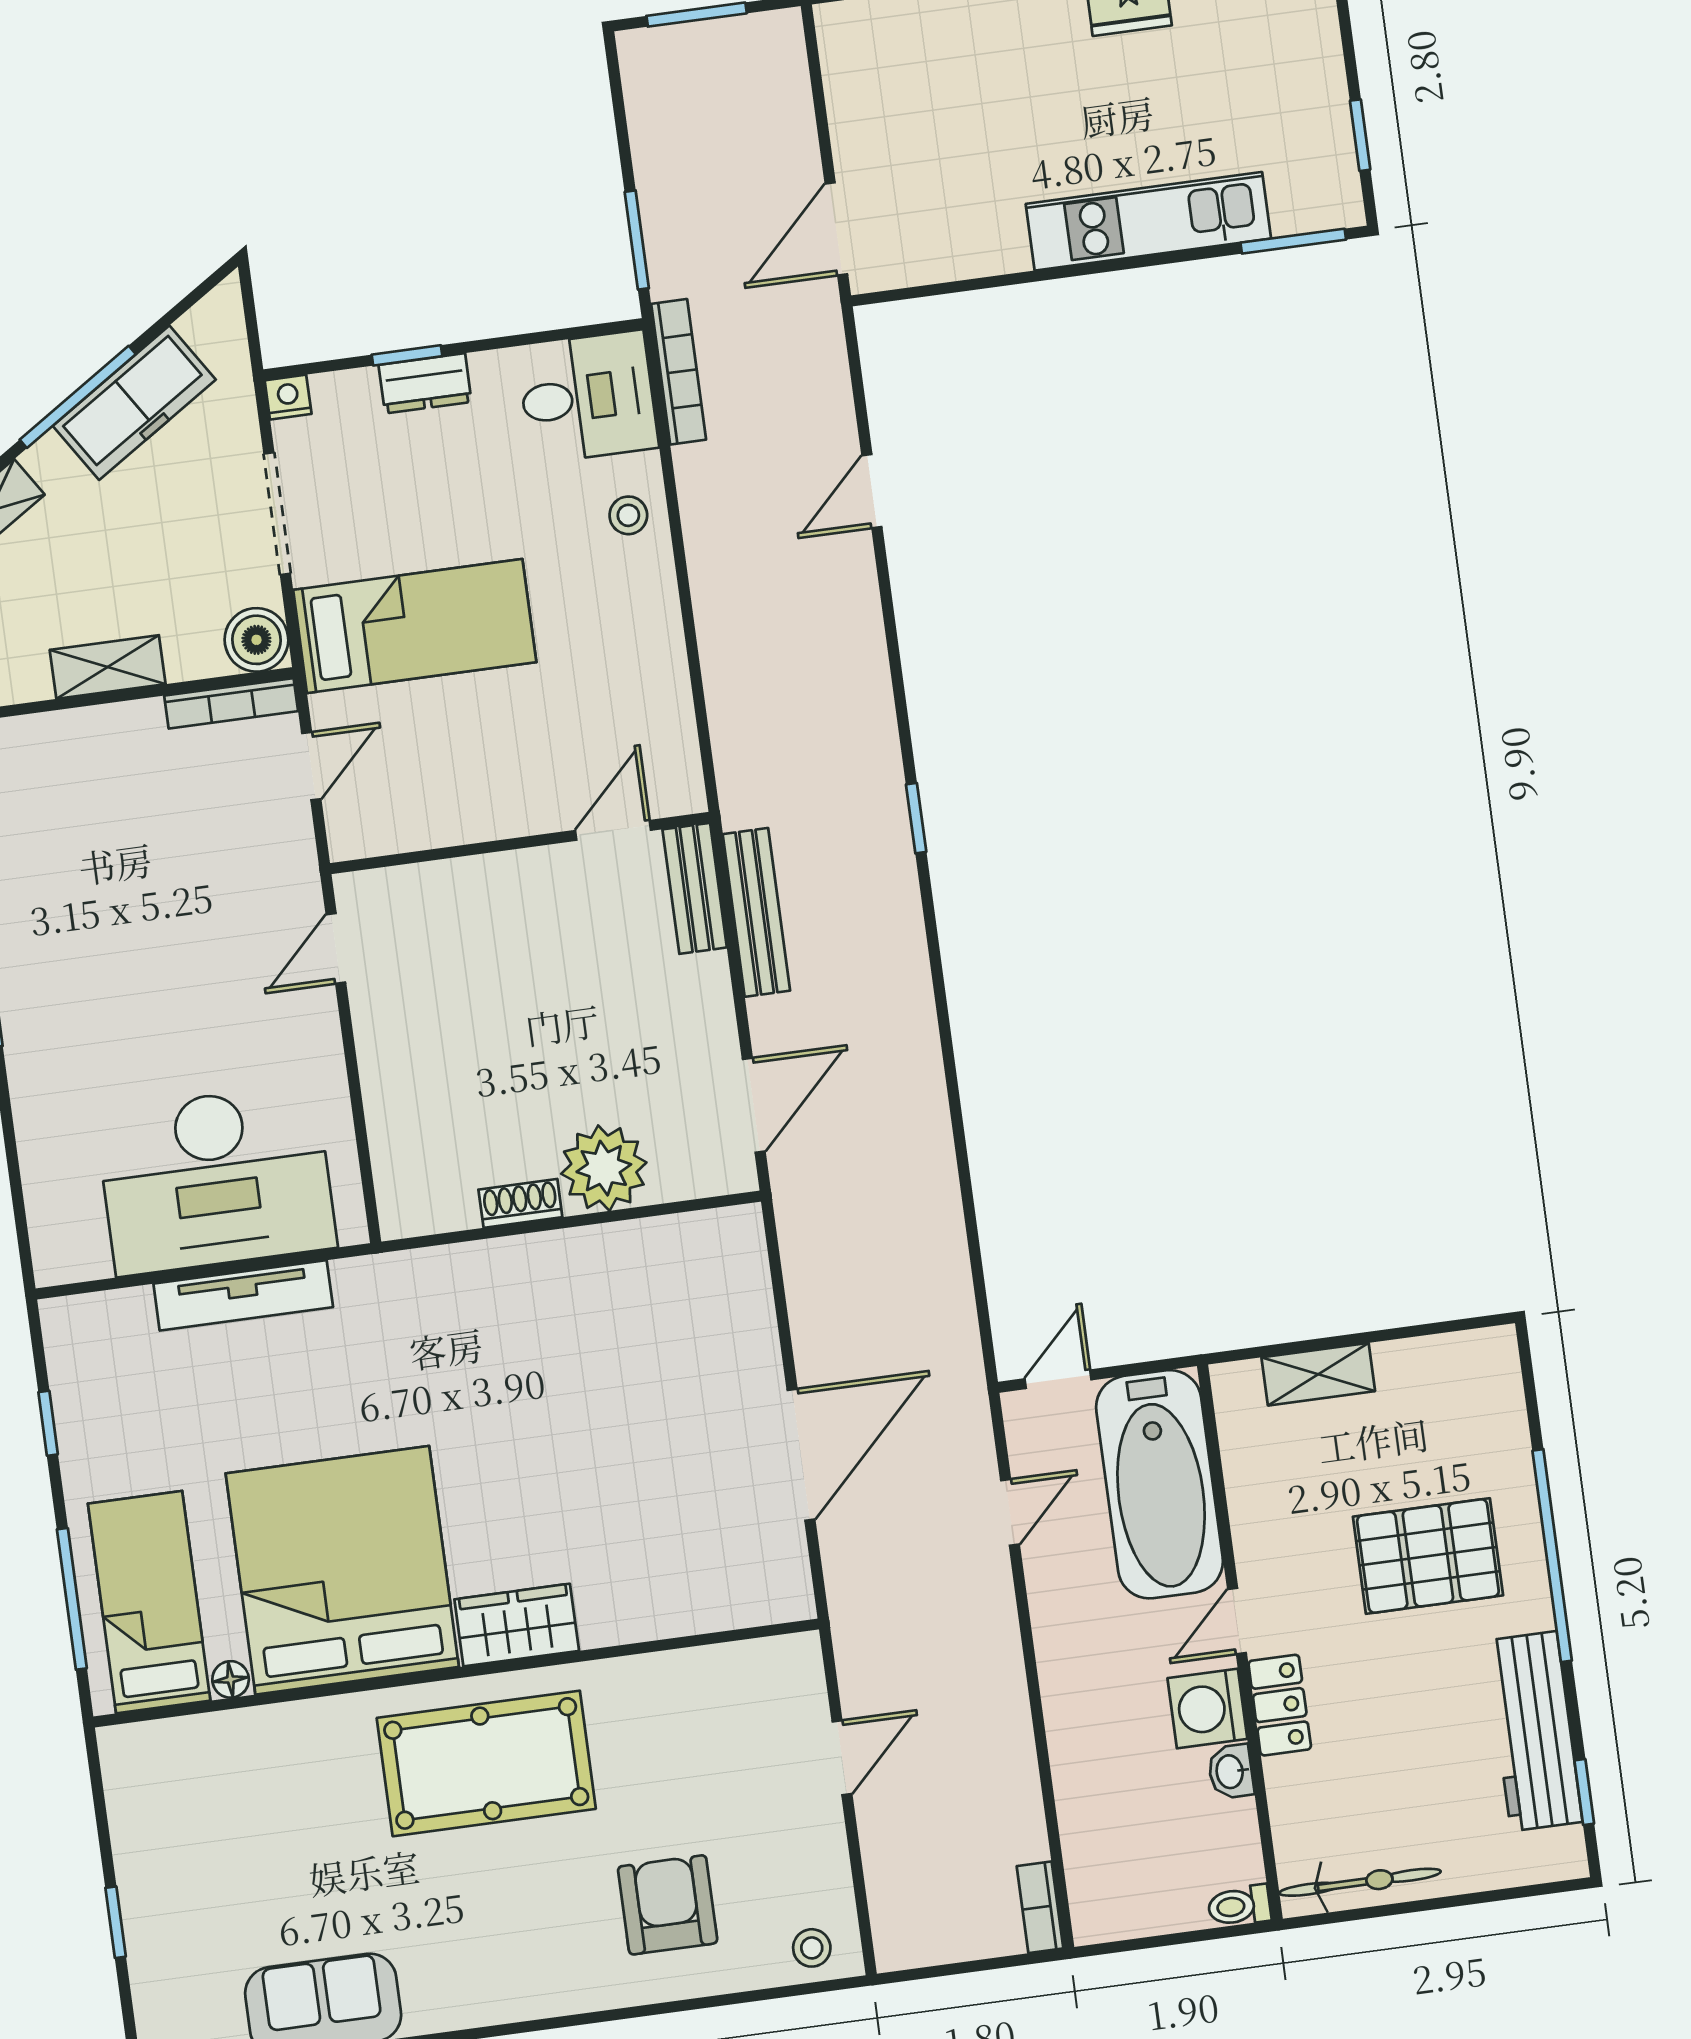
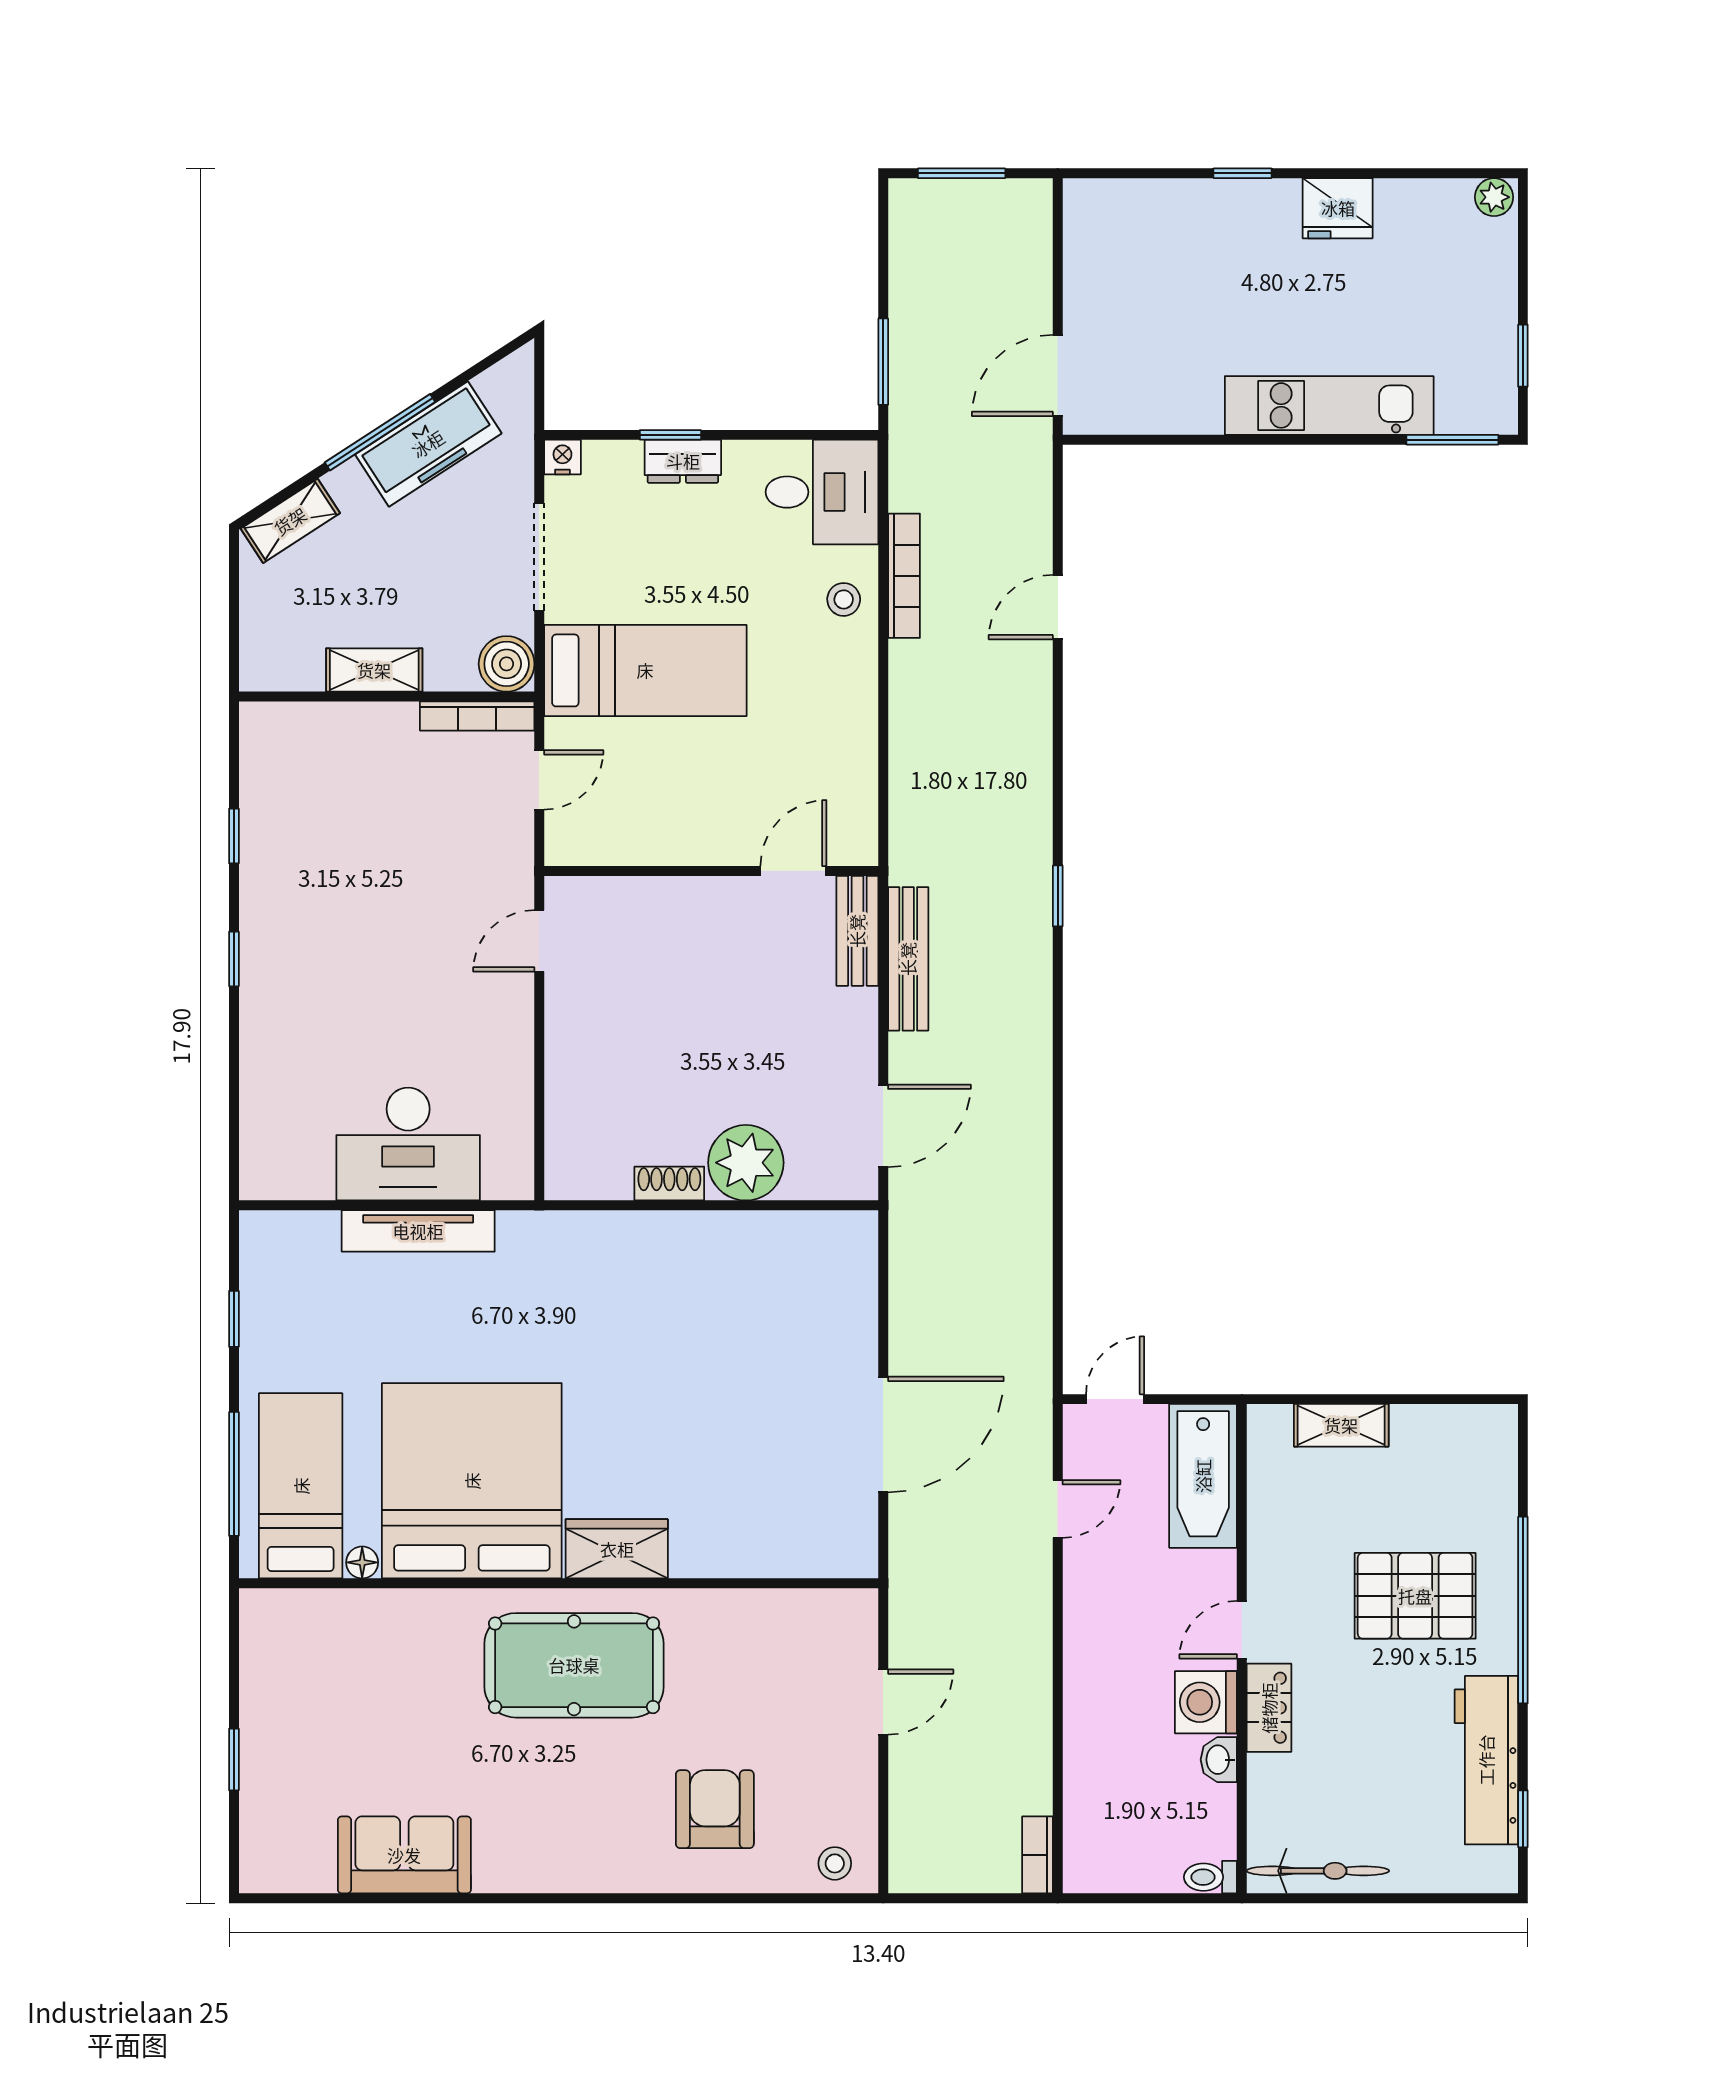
bookcase: (679, 372) -> (904, 576), moved
desk: (216, 1179) -> (408, 1144), width x0.73, depth x0.77
bathtub: (1160, 1484) -> (1203, 1476), width x0.73, depth x0.73

